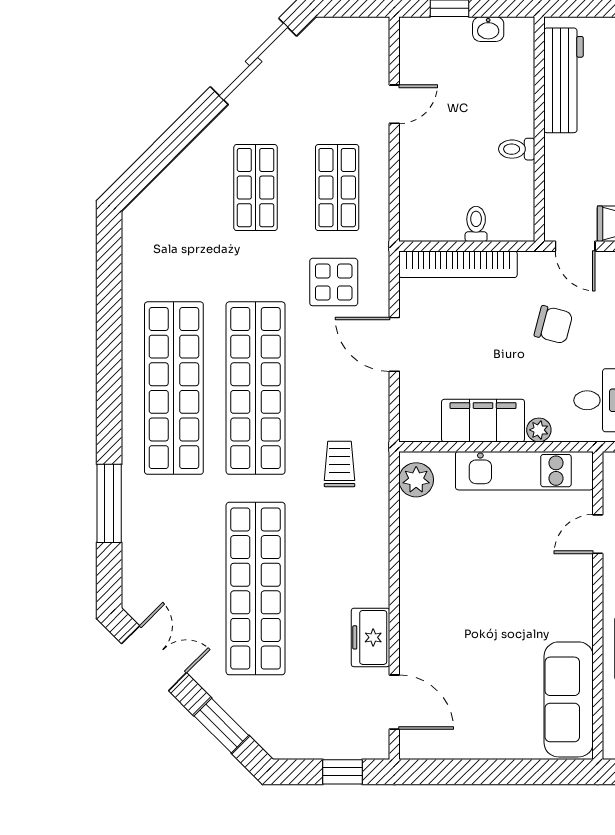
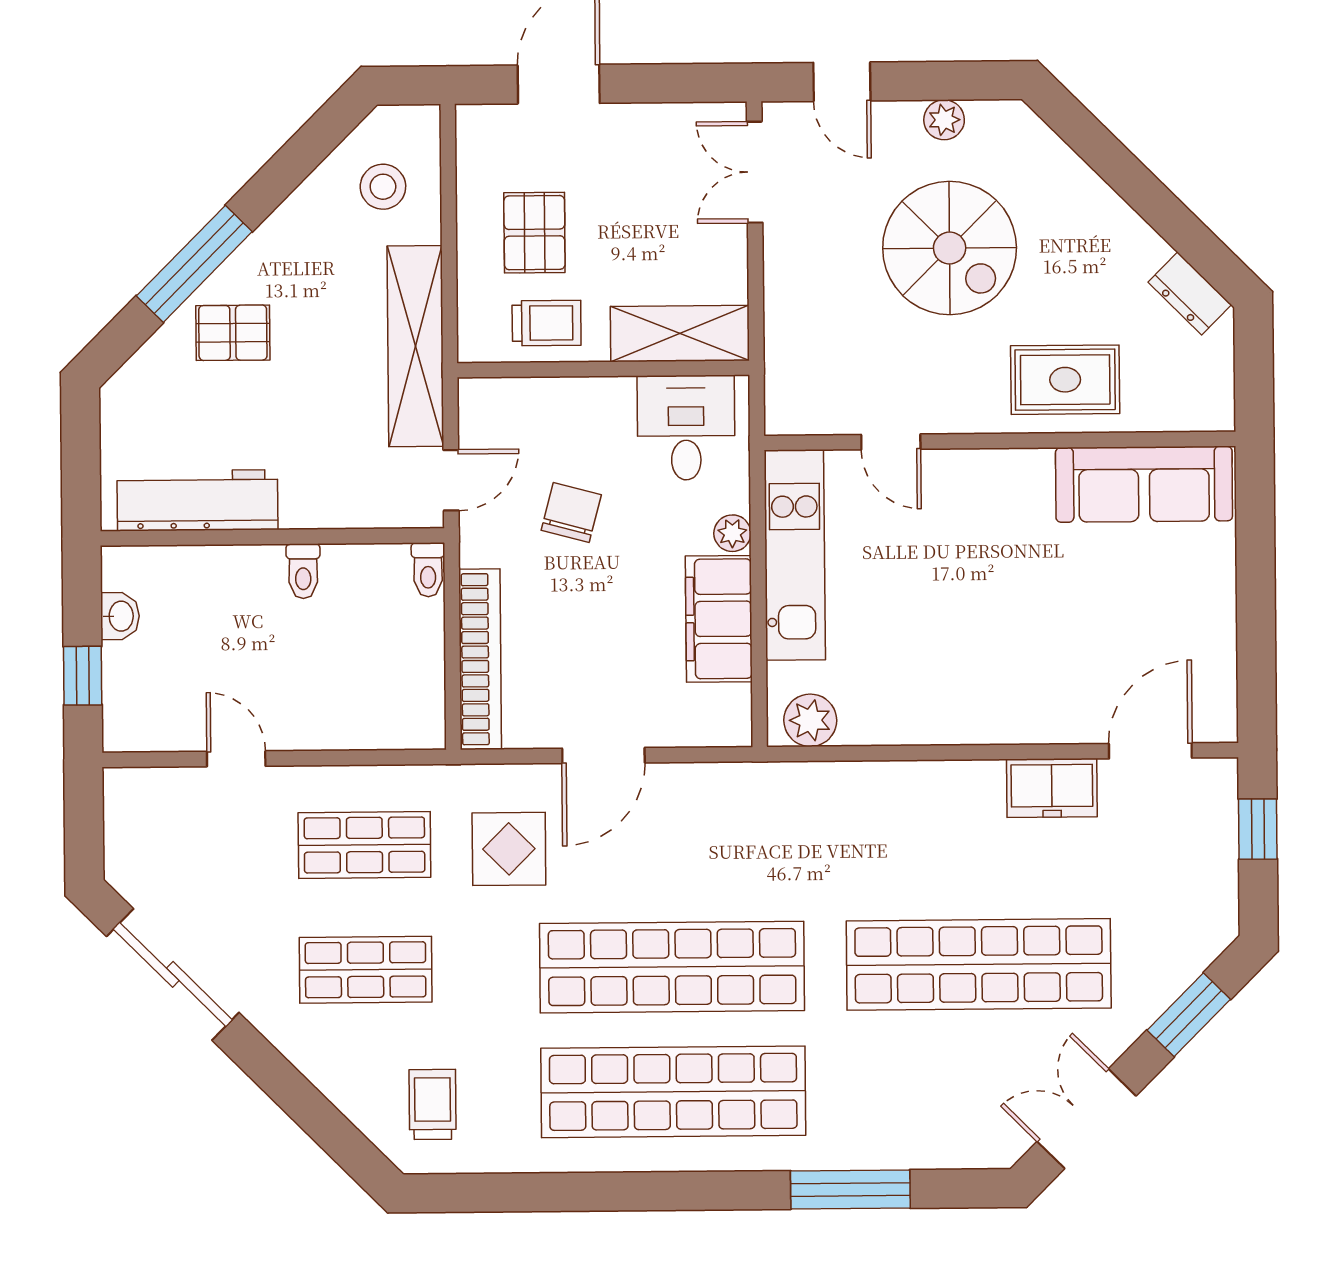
toilet: (476, 224) -> (428, 570), moved, turned -90
trolley: (340, 464) -> (433, 1104), moved, turned 90

